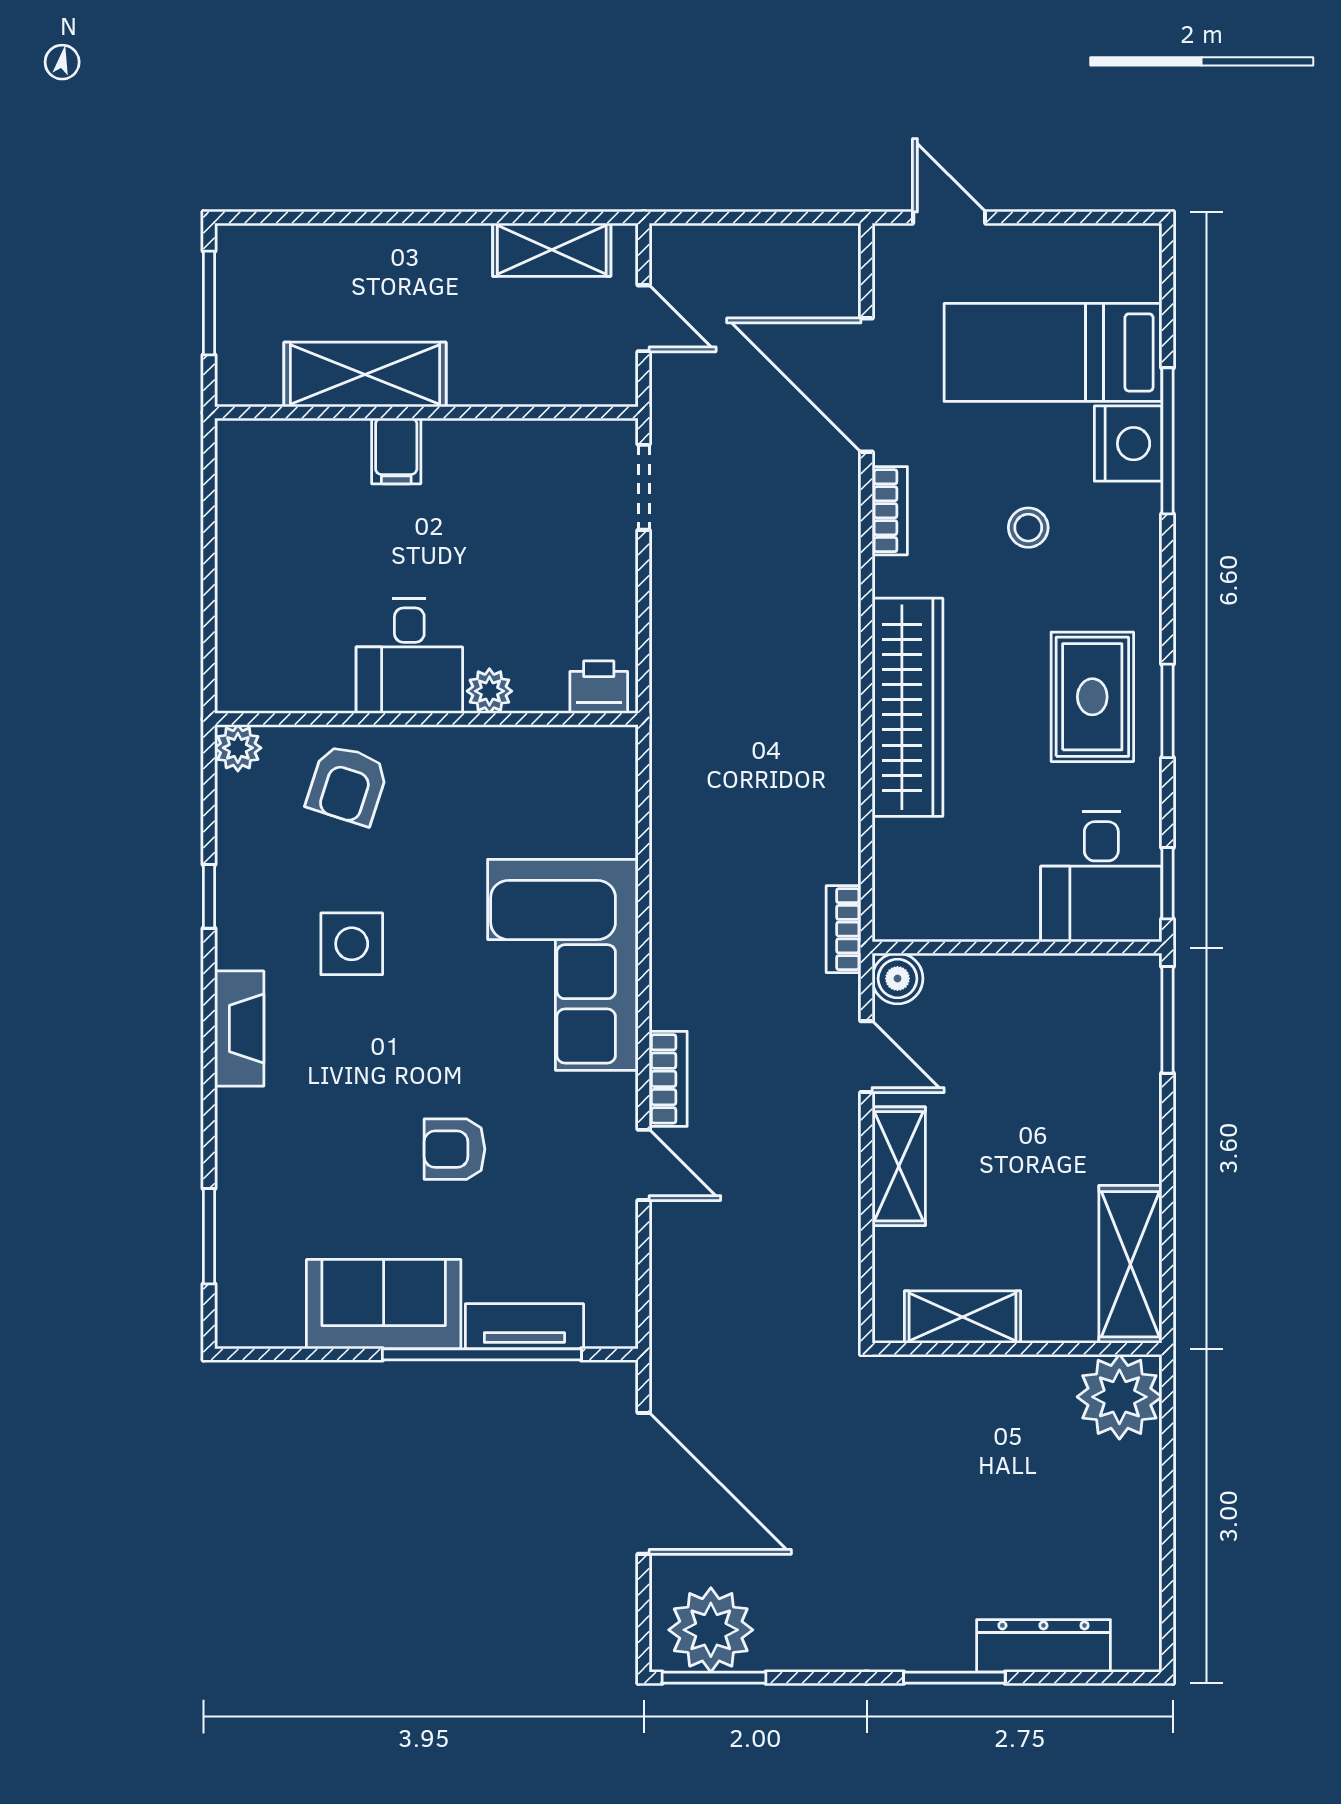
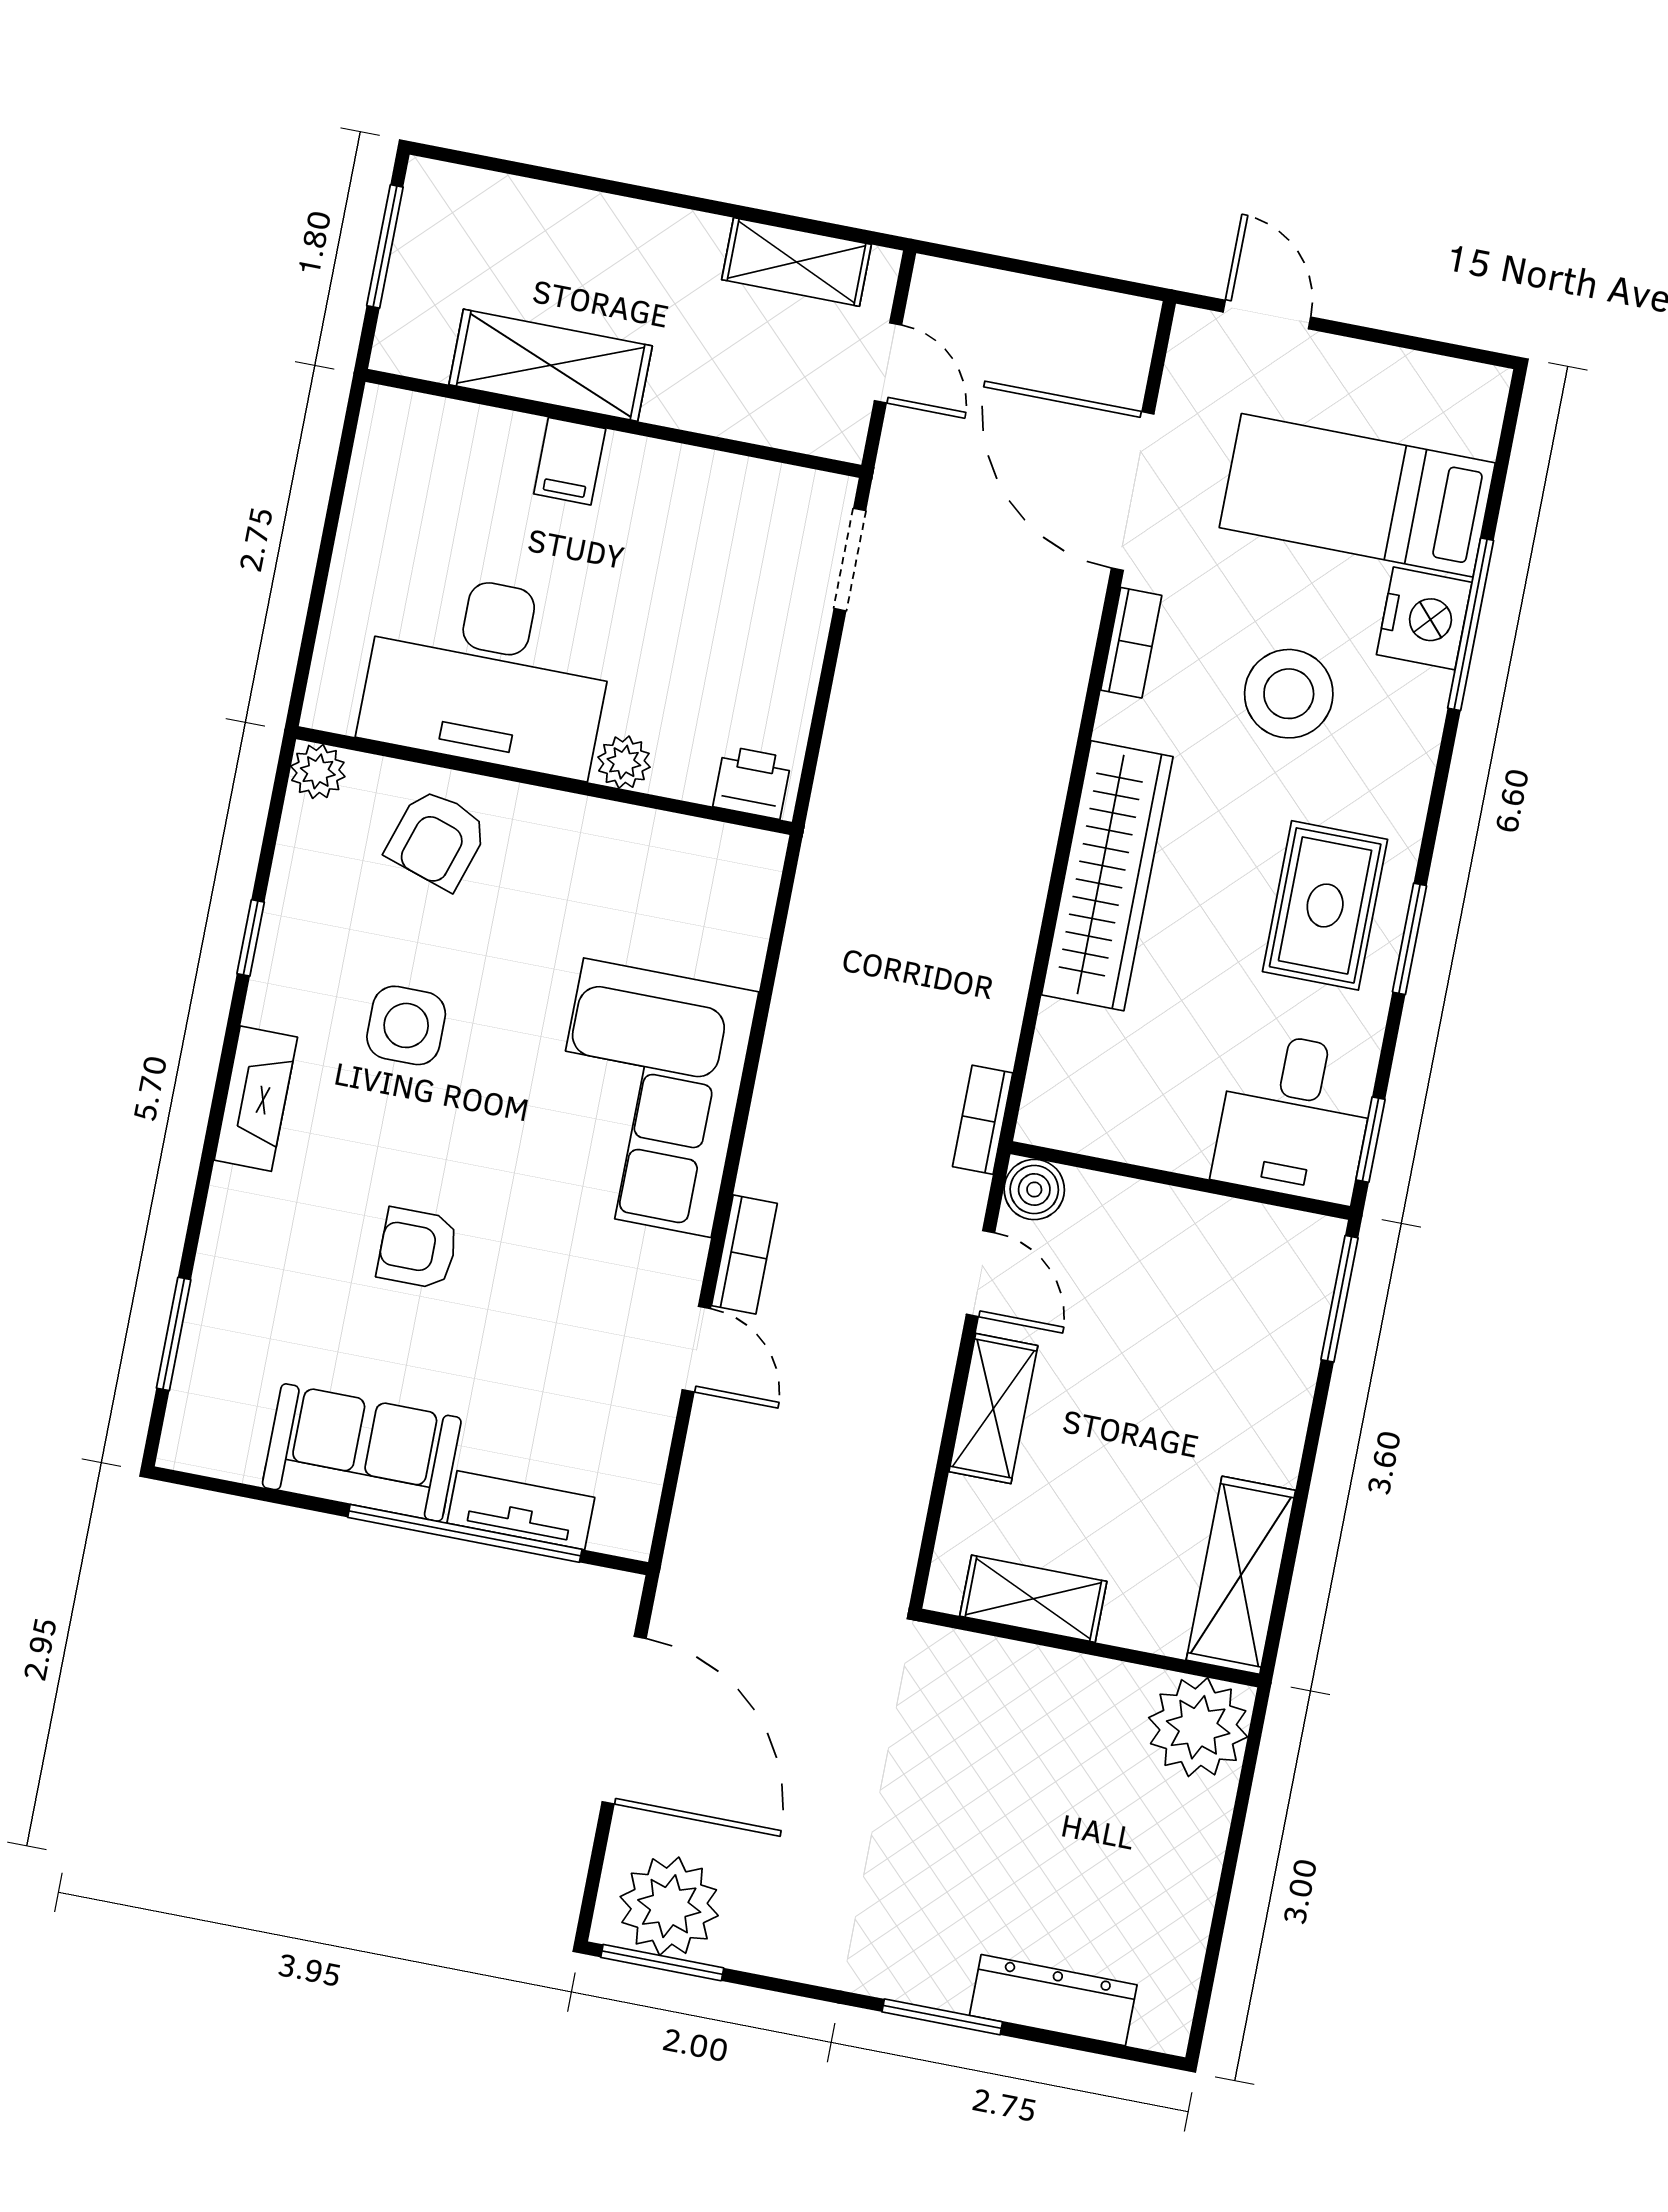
stool: (1028, 528) -> (1289, 694), width x1.89, depth x1.89
desk: (409, 656) -> (488, 673), width x1.87, depth x1.30
armchair: (455, 1149) -> (418, 1248), moved

